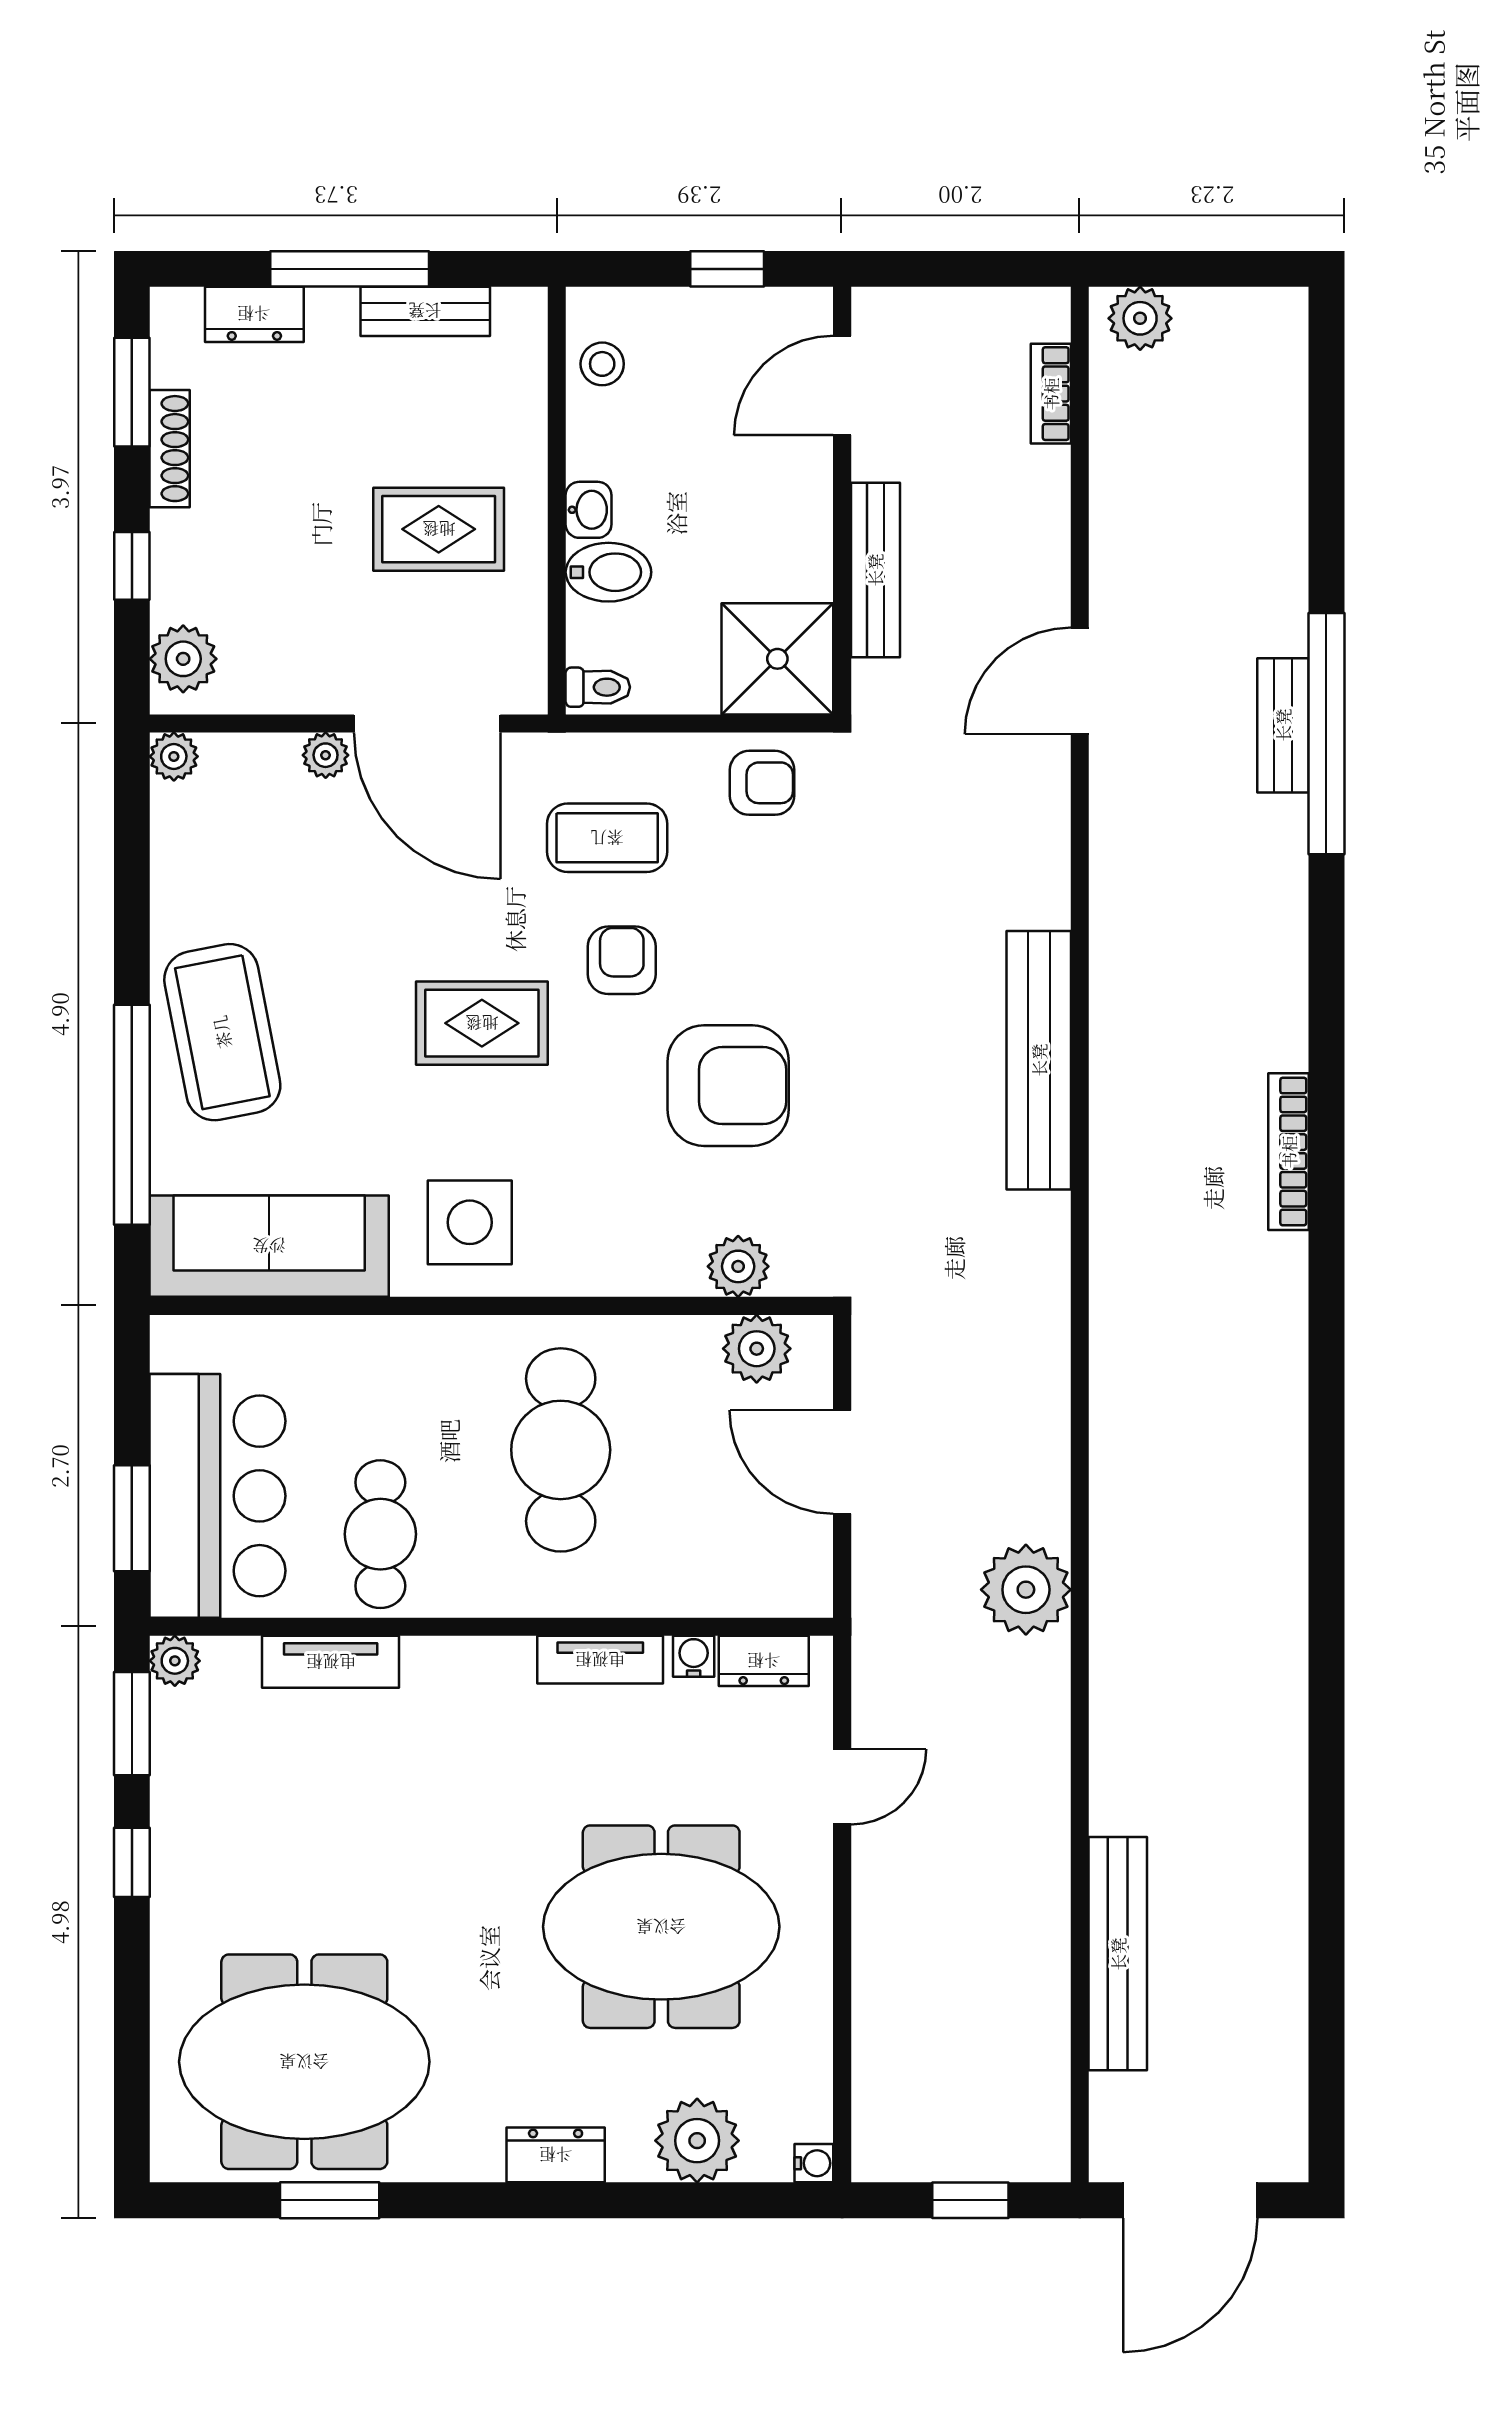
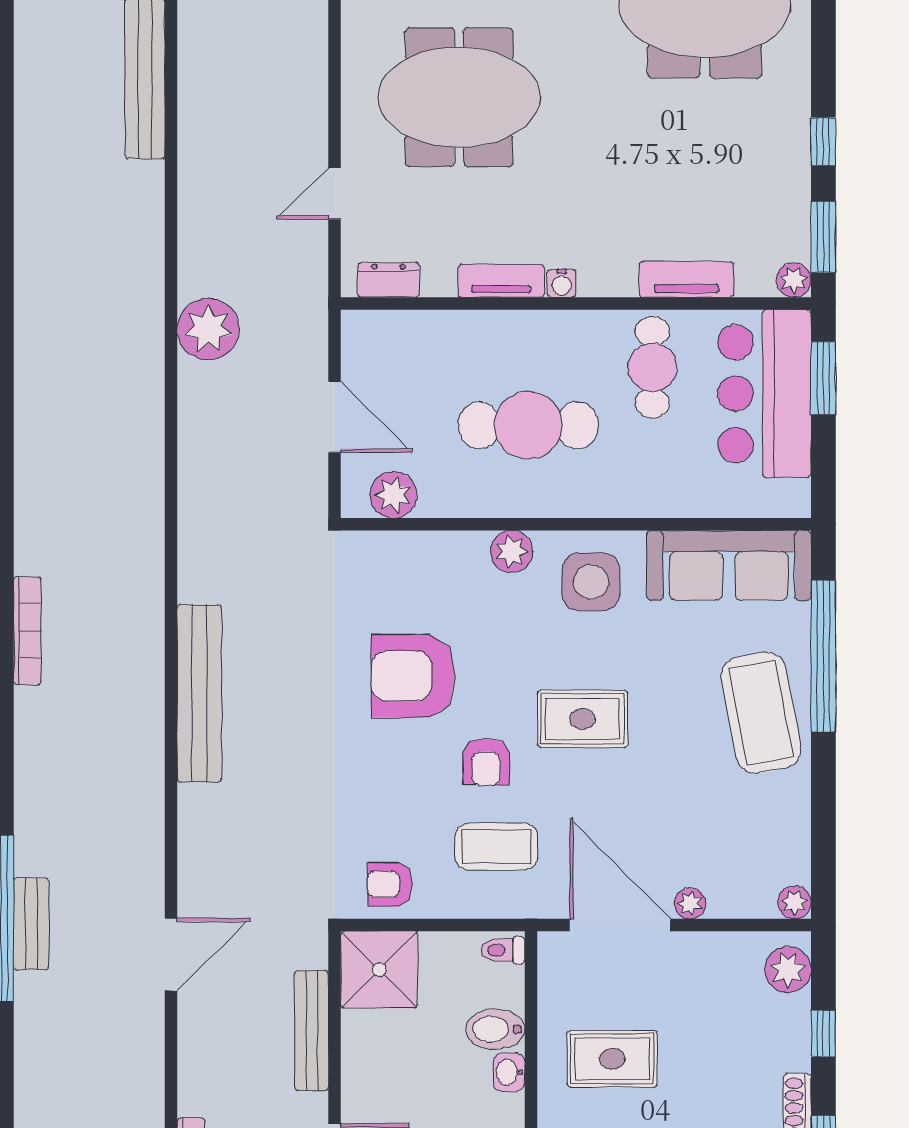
plant: (738, 1266) -> (512, 552), moved
cafe table: (561, 1450) -> (528, 425), turned 90
water cooler: (694, 1656) -> (562, 283), moved

